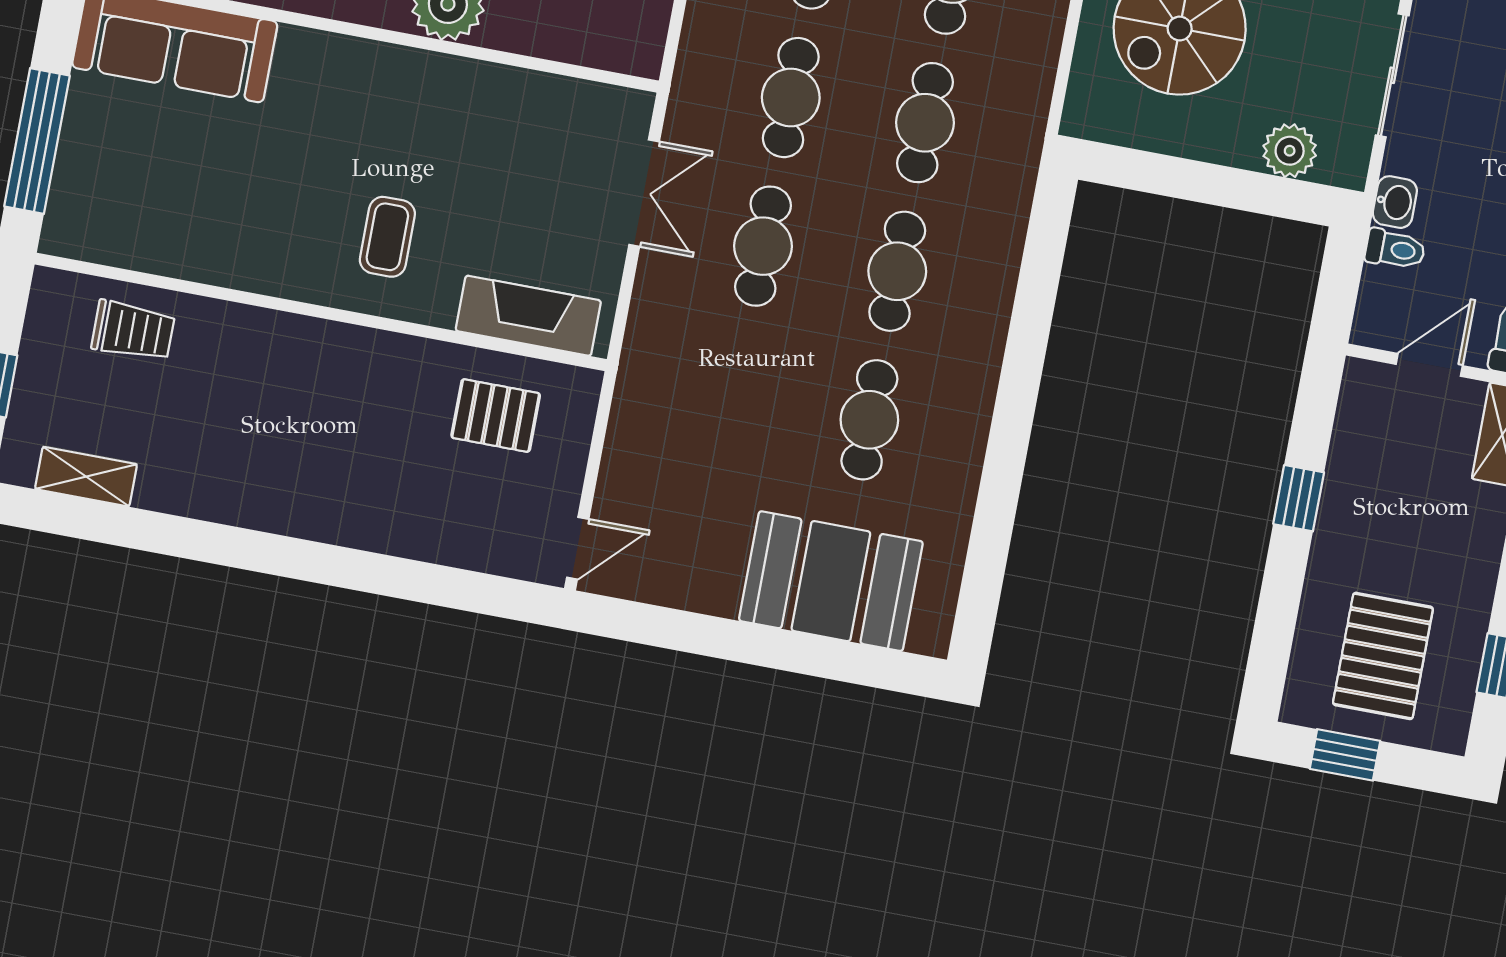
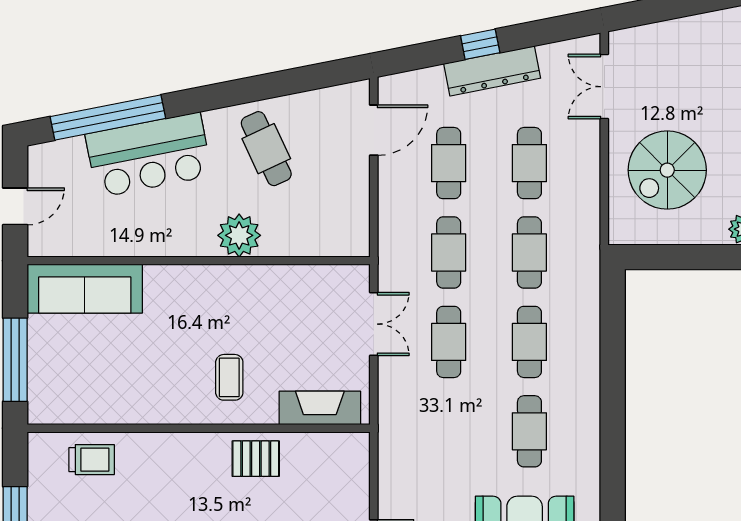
pallet: (496, 416) -> (256, 459), moved

